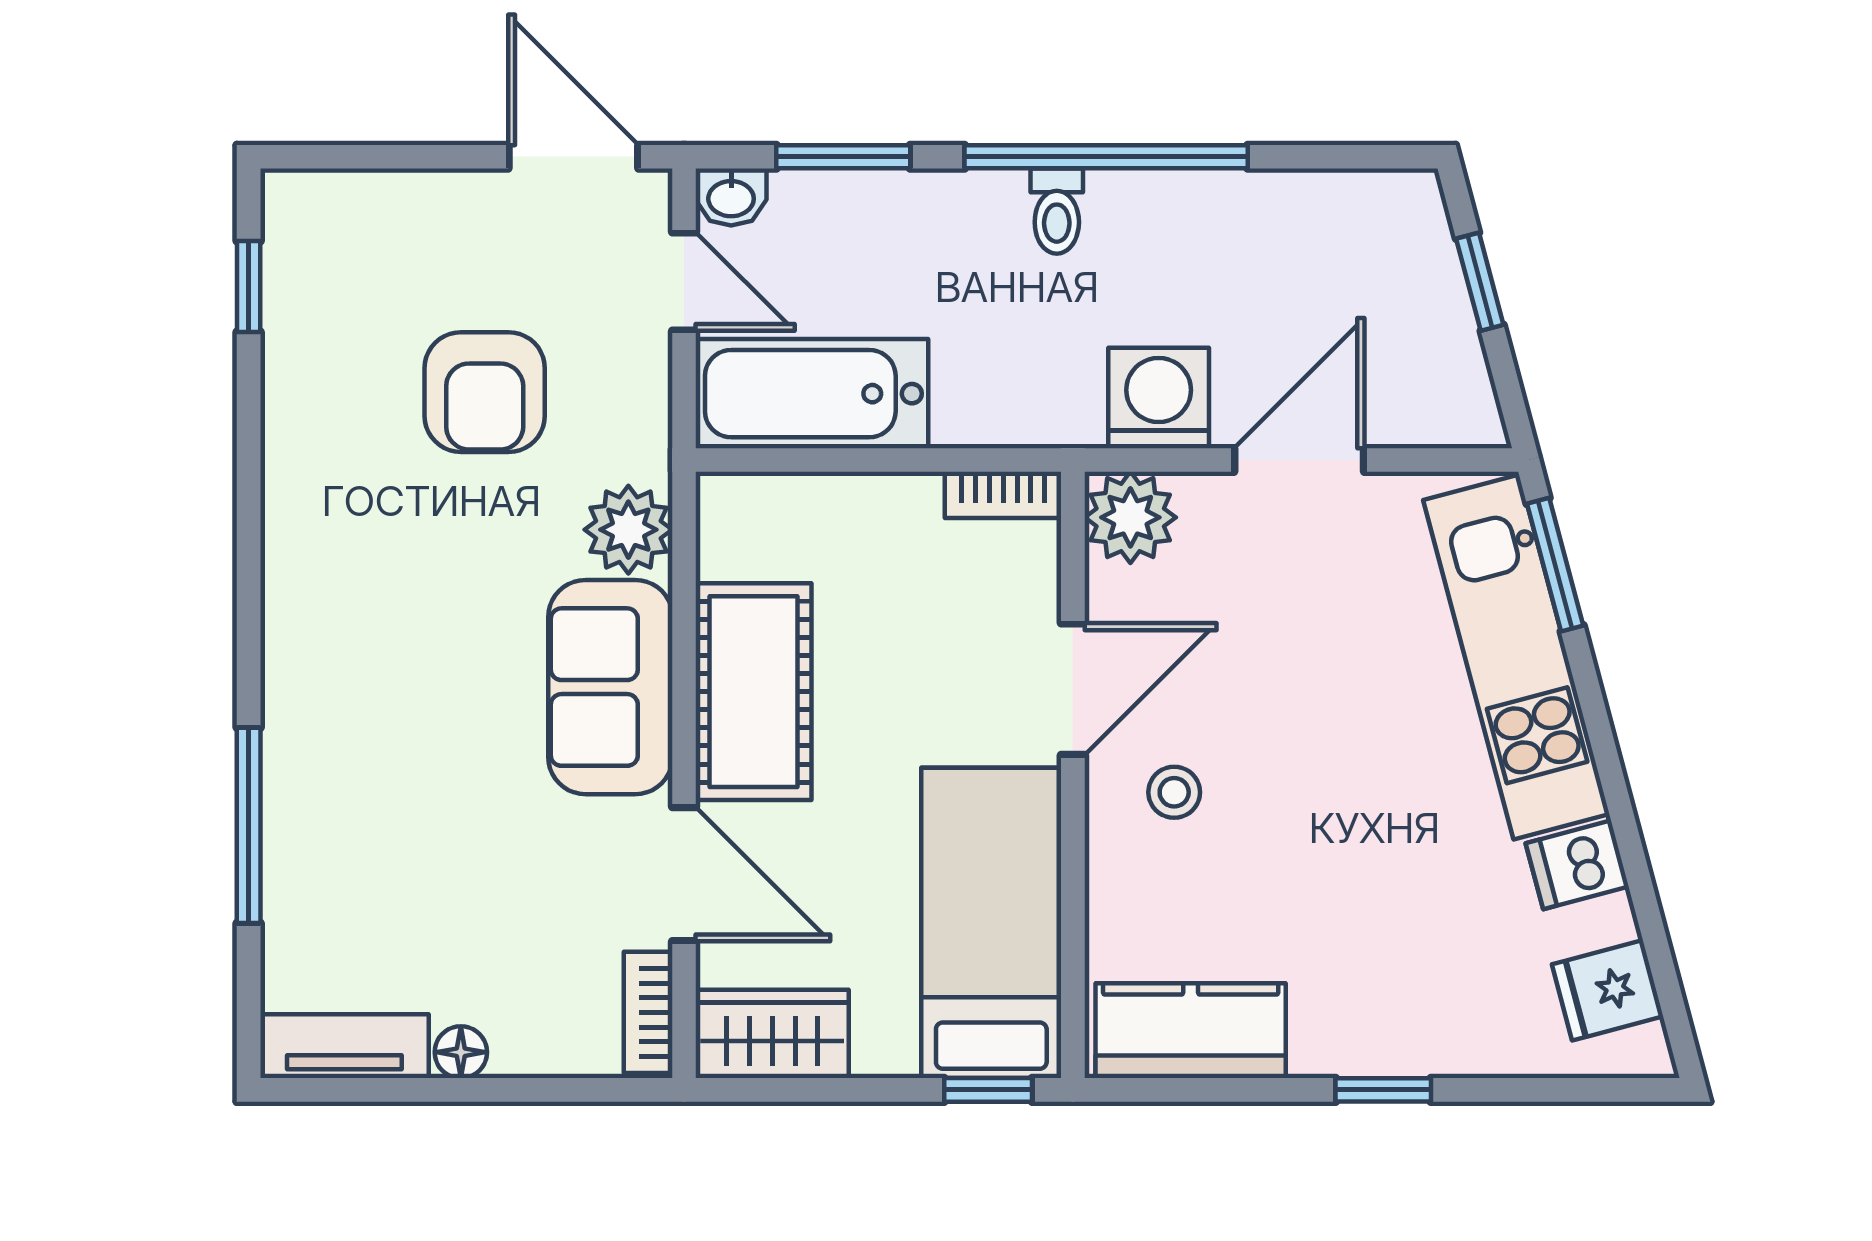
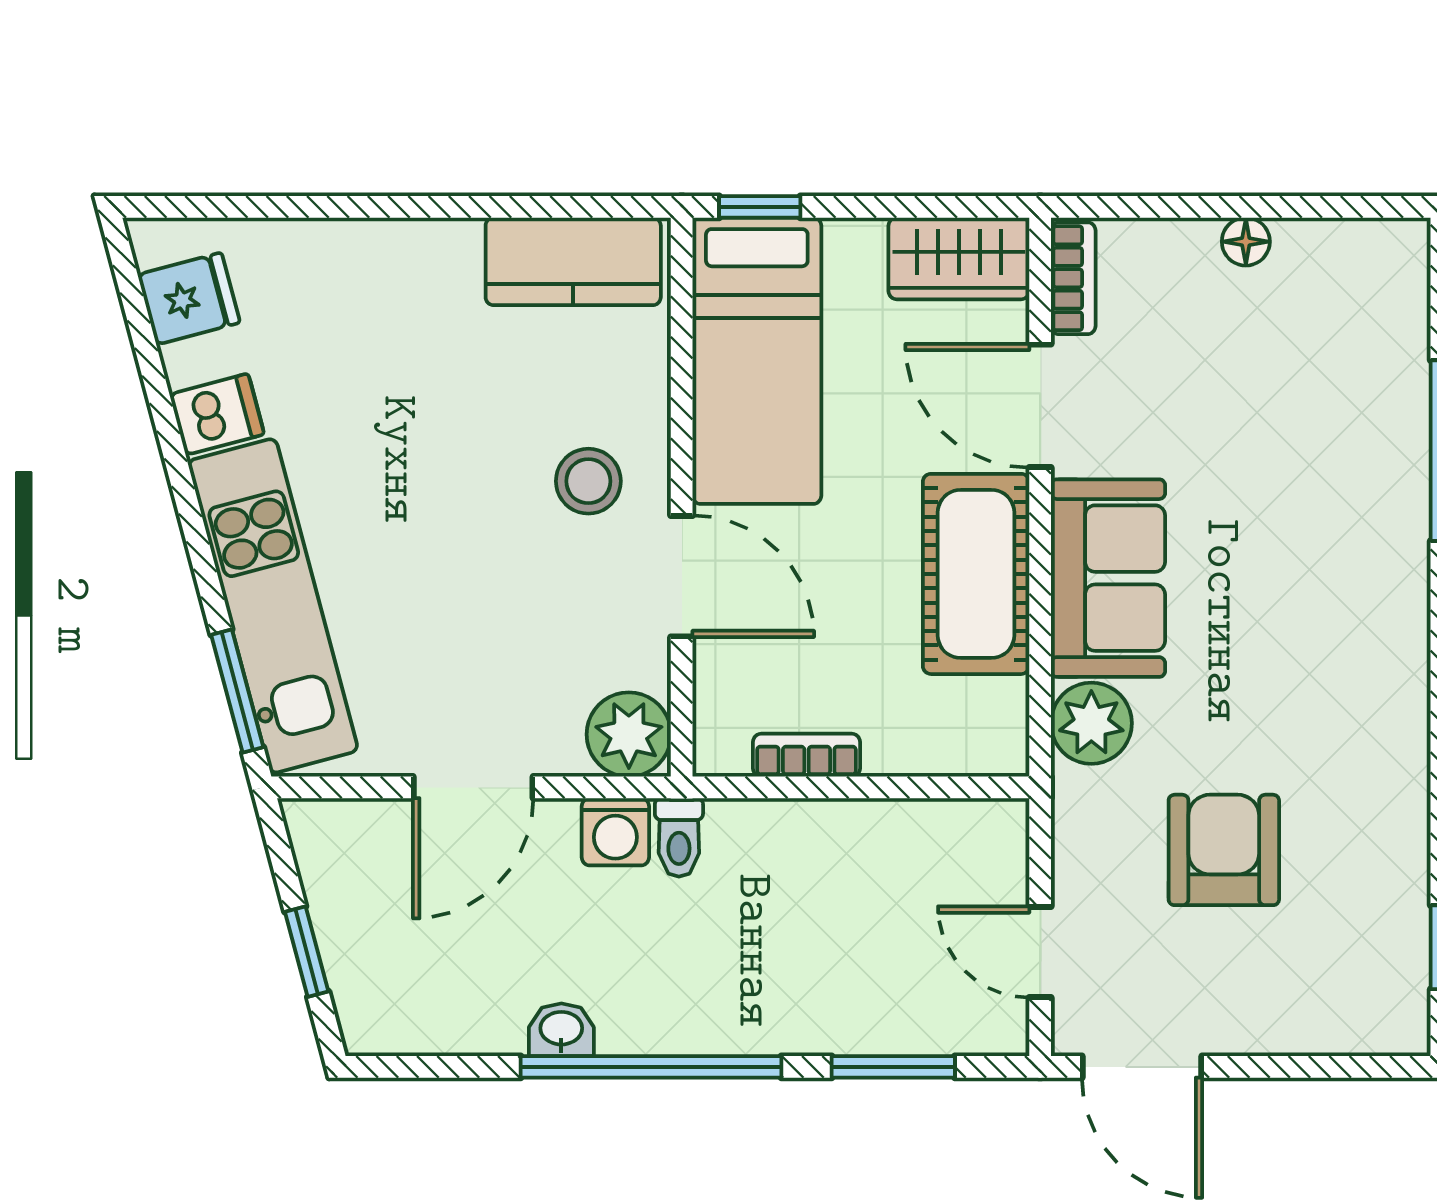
washbasin: (731, 197) -> (561, 1030), moved
toilet: (1057, 211) -> (679, 837), moved, turned 180
bathtub: (812, 394) -> (922, 849), removed
washing machine: (1159, 398) -> (615, 832), width x0.73, depth x0.73
bookcase: (1003, 495) -> (806, 755), moved
door: (1073, 689) -> (682, 576), swing flipped
stool: (1174, 792) -> (588, 481), width x1.37, depth x1.37
tv unit: (344, 1046) -> (1353, 247), removed
window: (1383, 1090) -> (396, 207), removed

